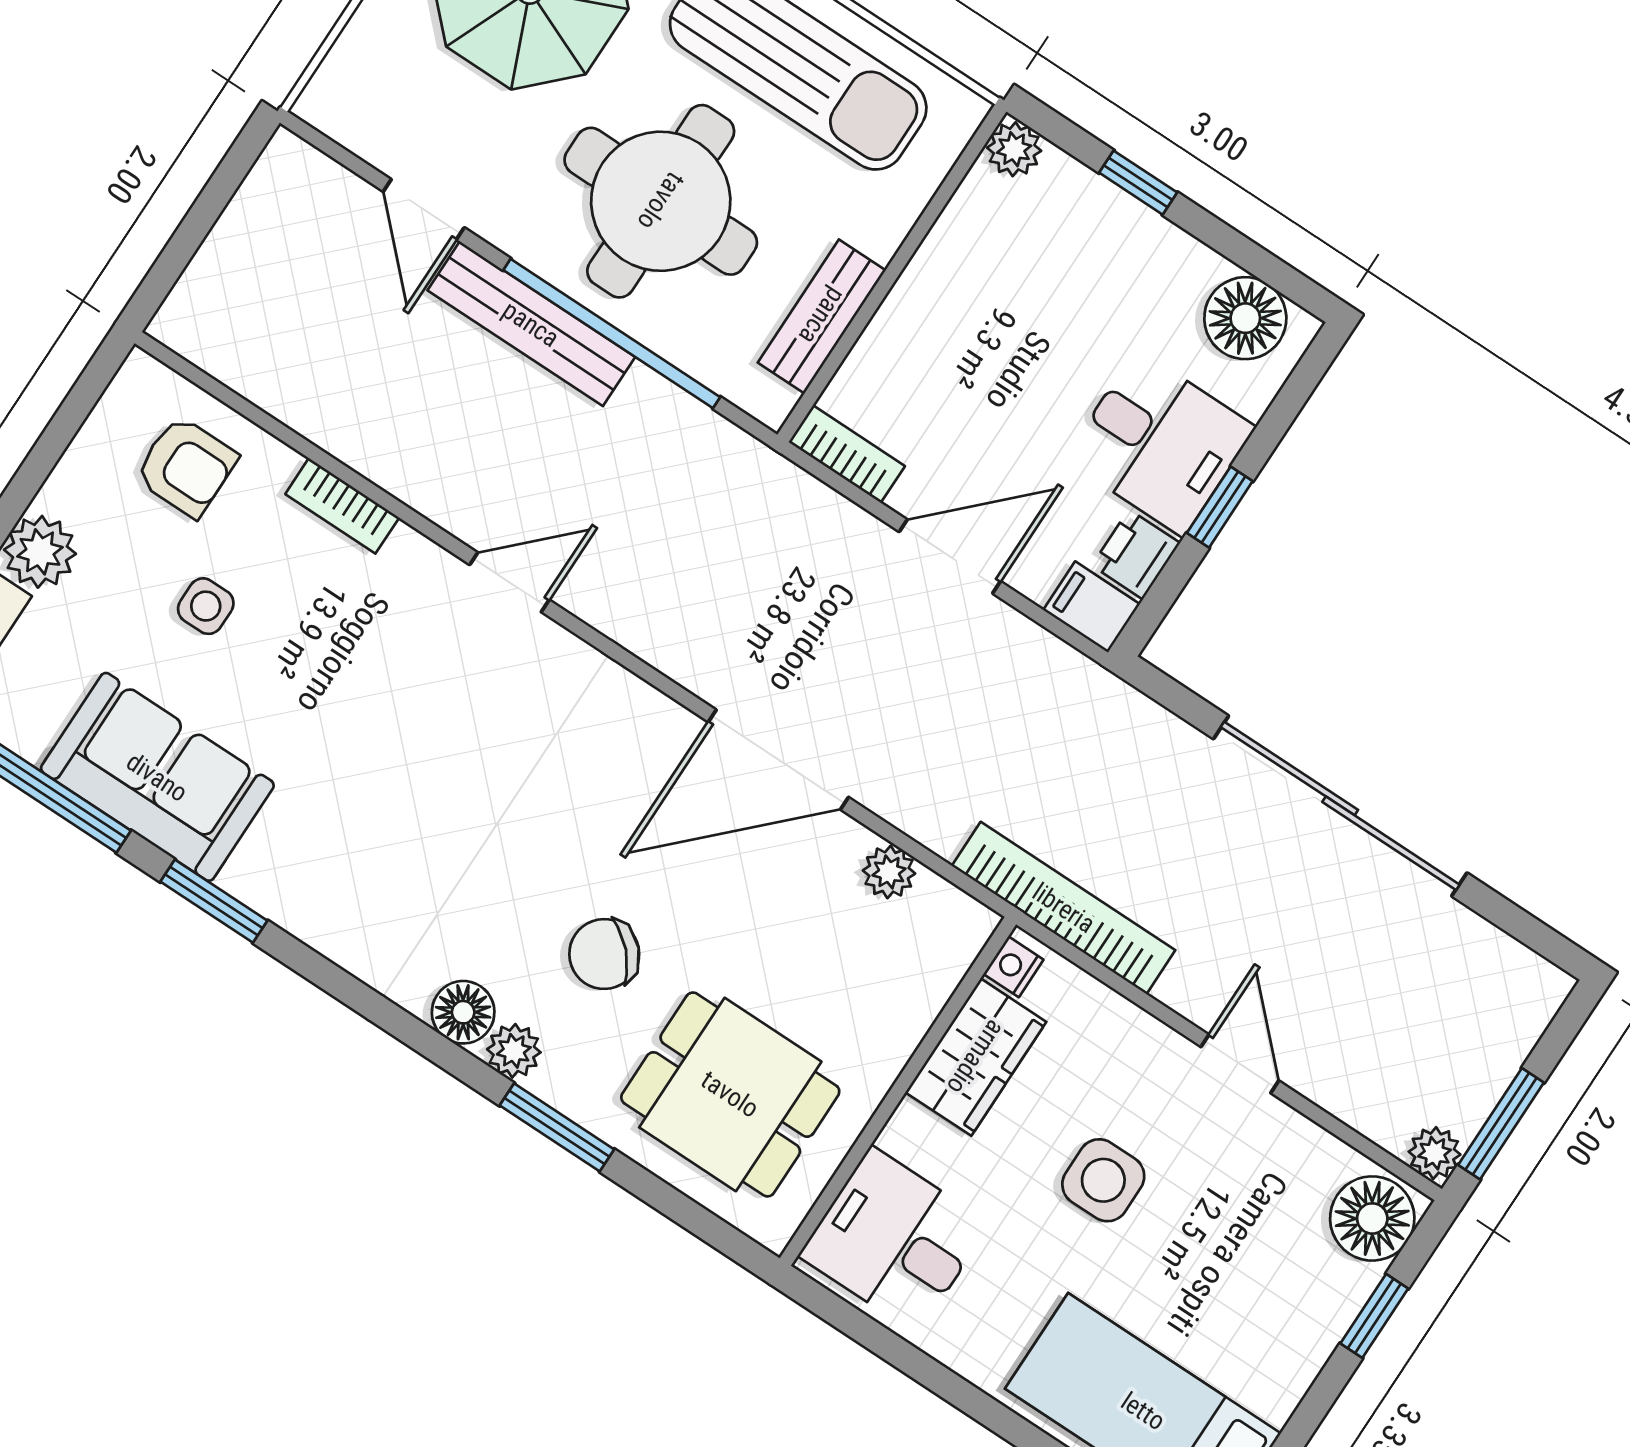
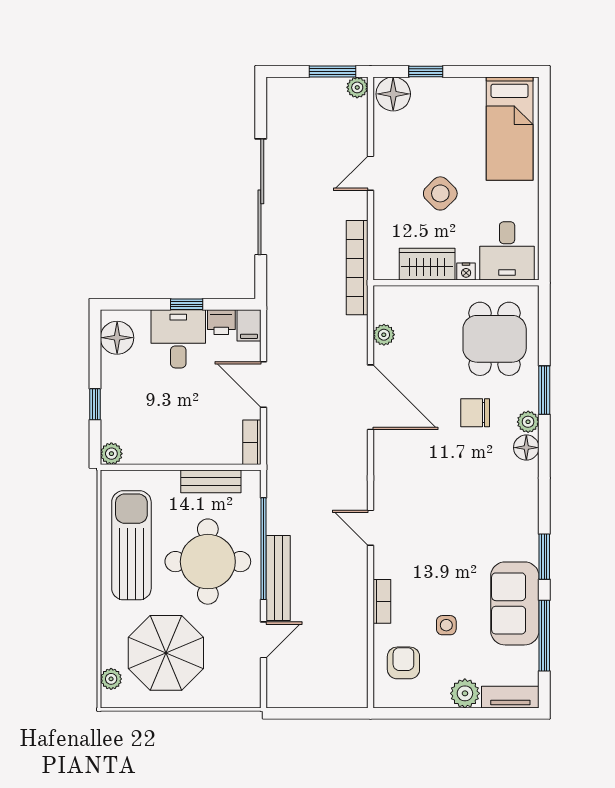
chair: (604, 954) -> (475, 413), turned 134
nightstand: (1013, 967) -> (466, 272), moved
side table: (1103, 1180) -> (440, 193), turned 45

